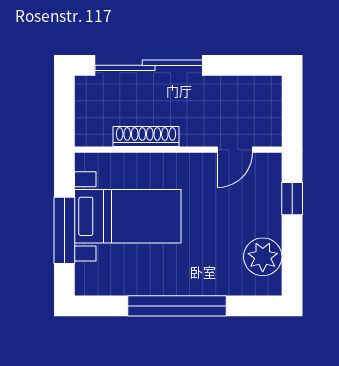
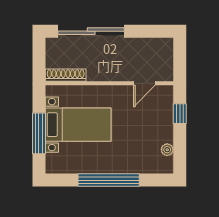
shoe rack: (146, 136) -> (66, 75), moved
plant: (263, 257) -> (167, 150), width x0.53, depth x0.53

